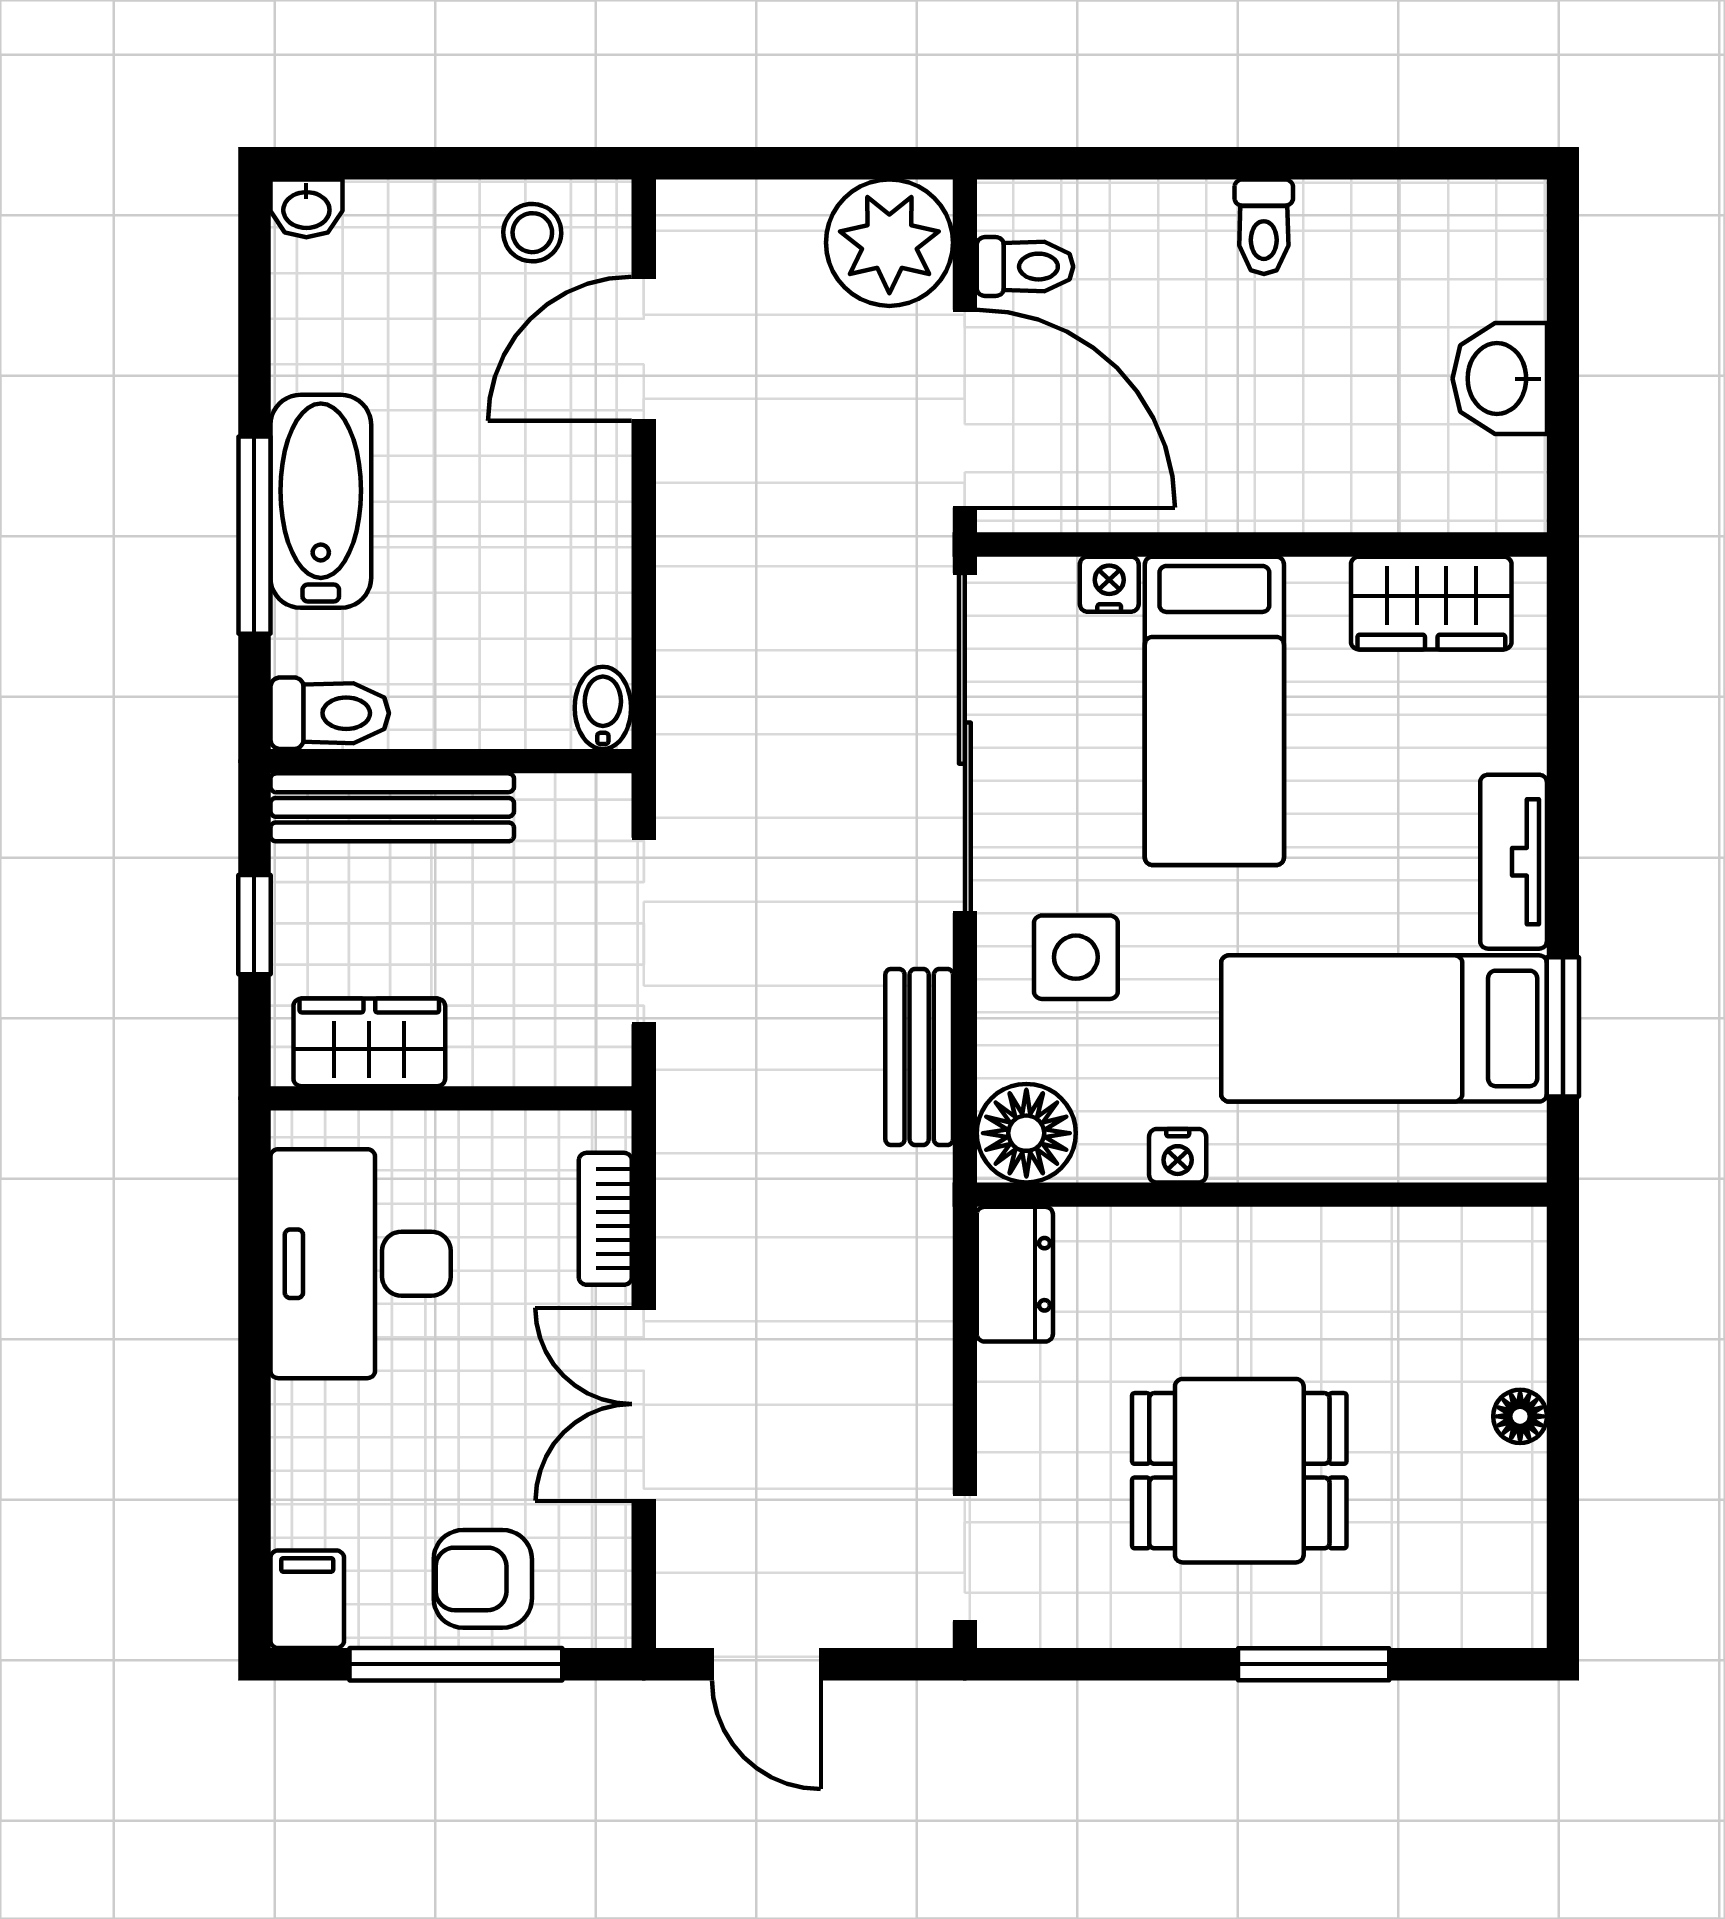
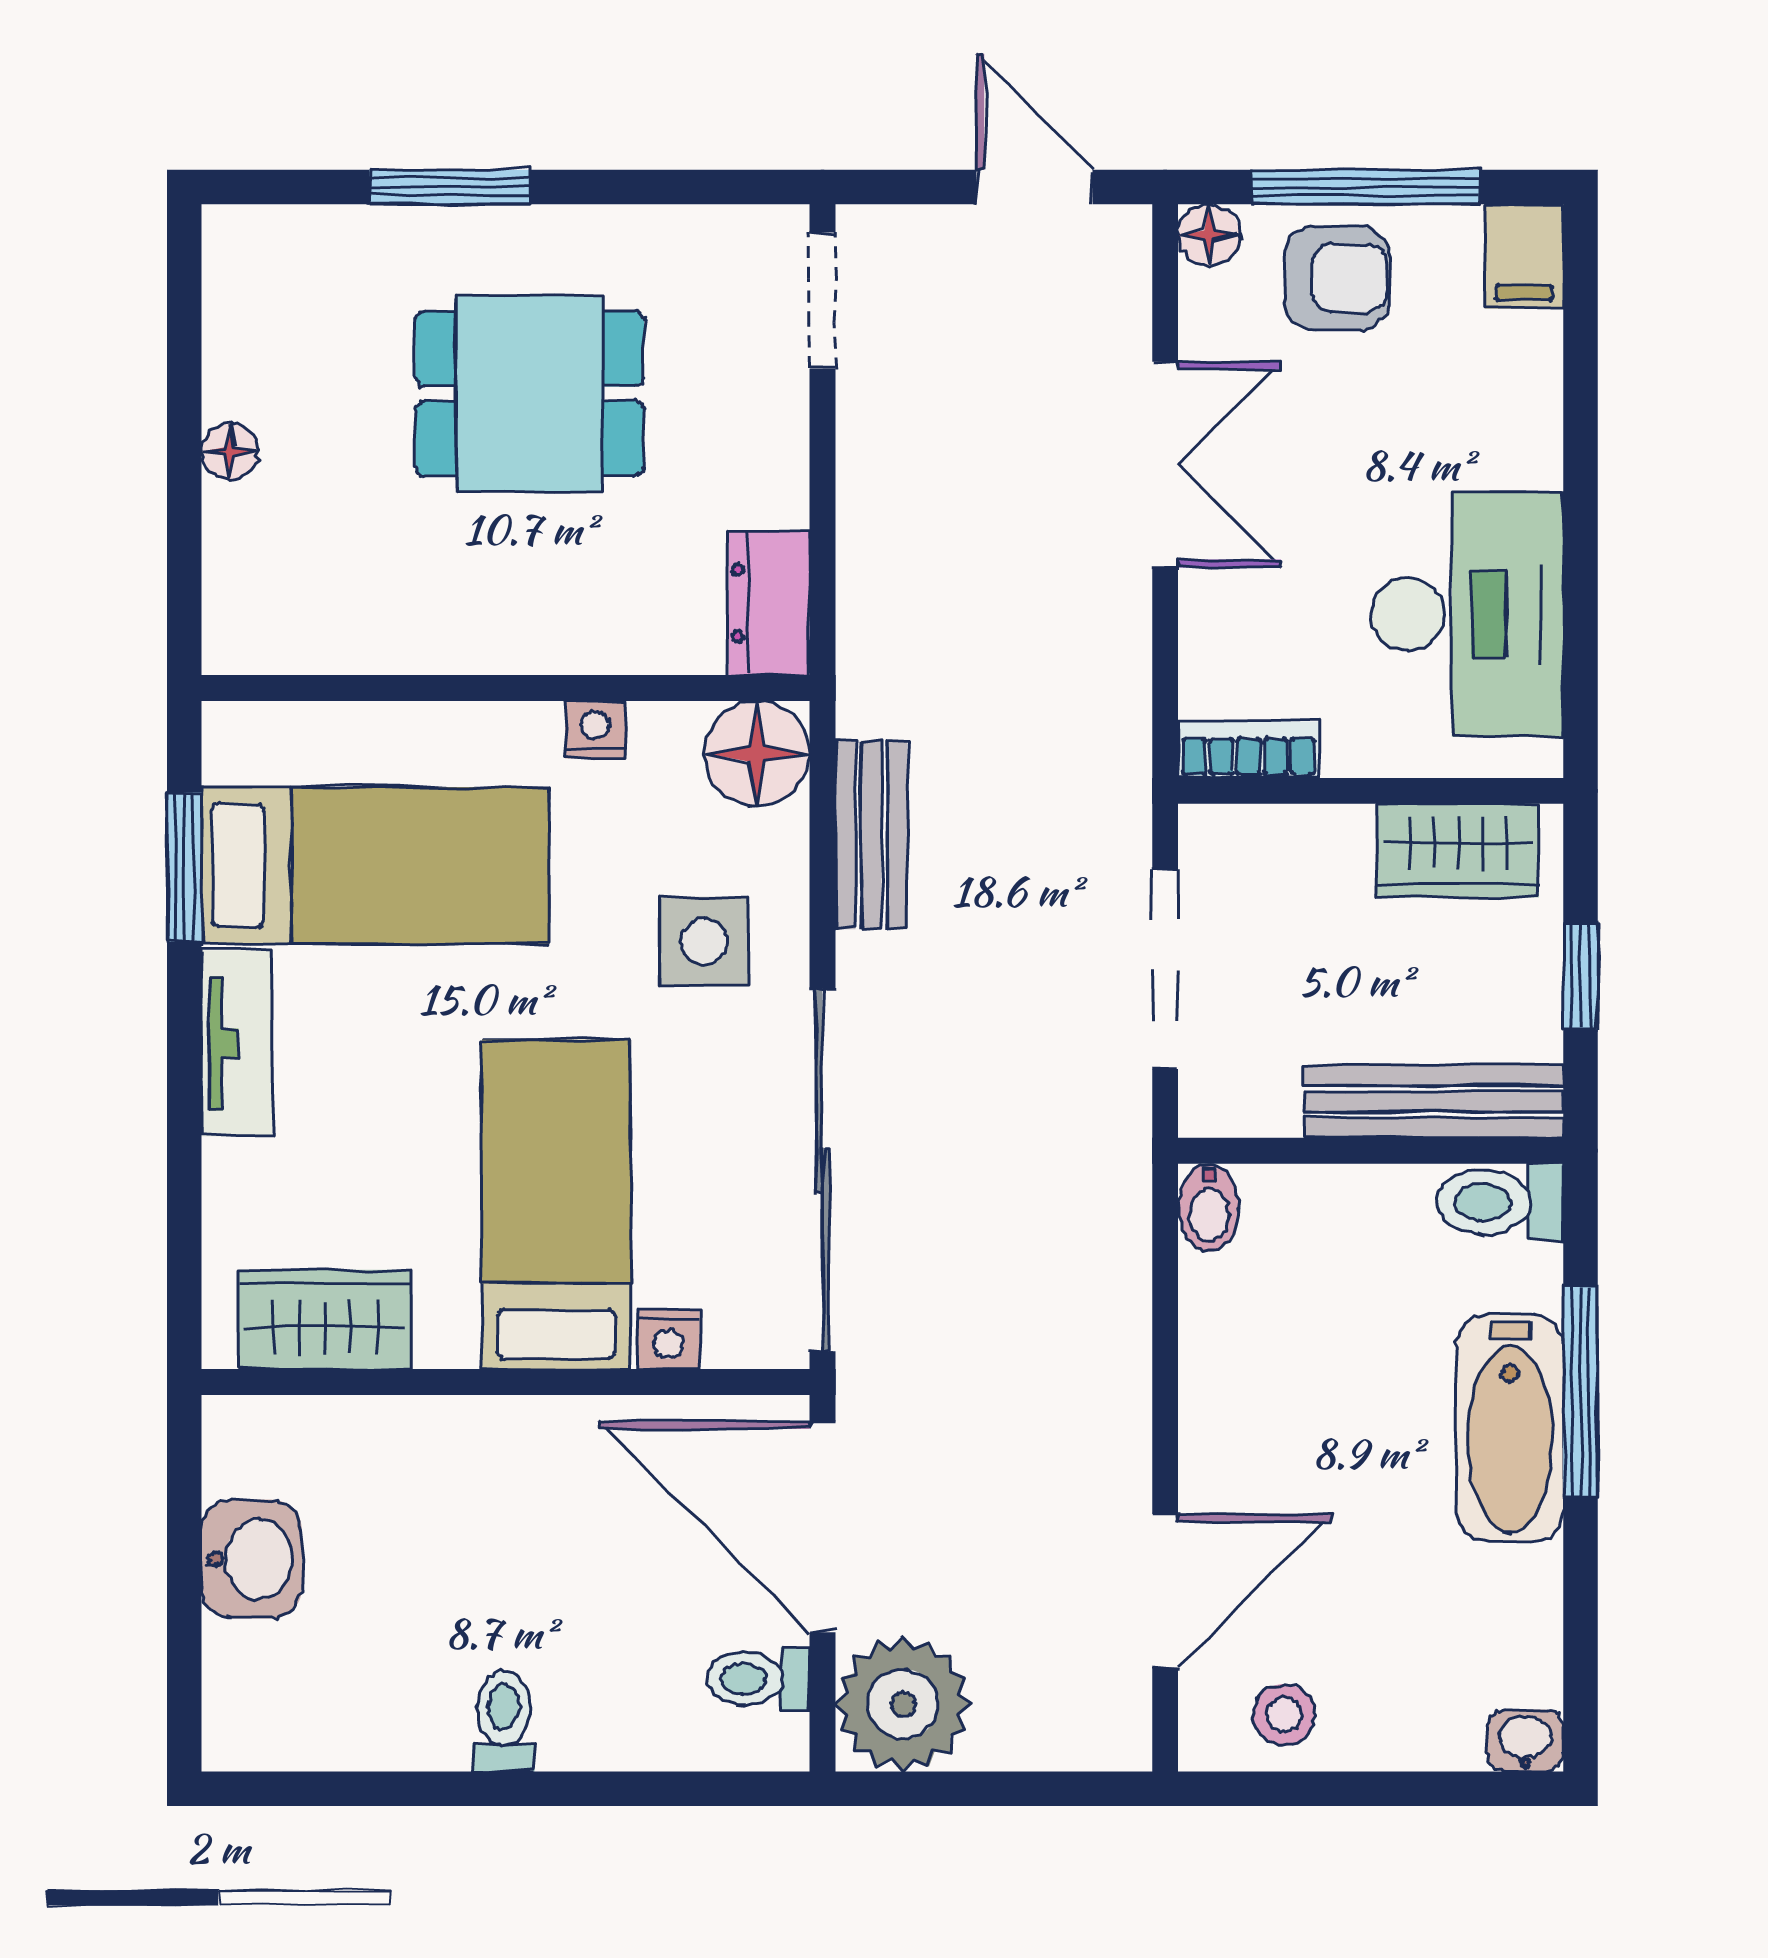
bookcase: (605, 1219) -> (1248, 750), moved, turned -90
floor lamp: (603, 1619) -> (1209, 235), added

